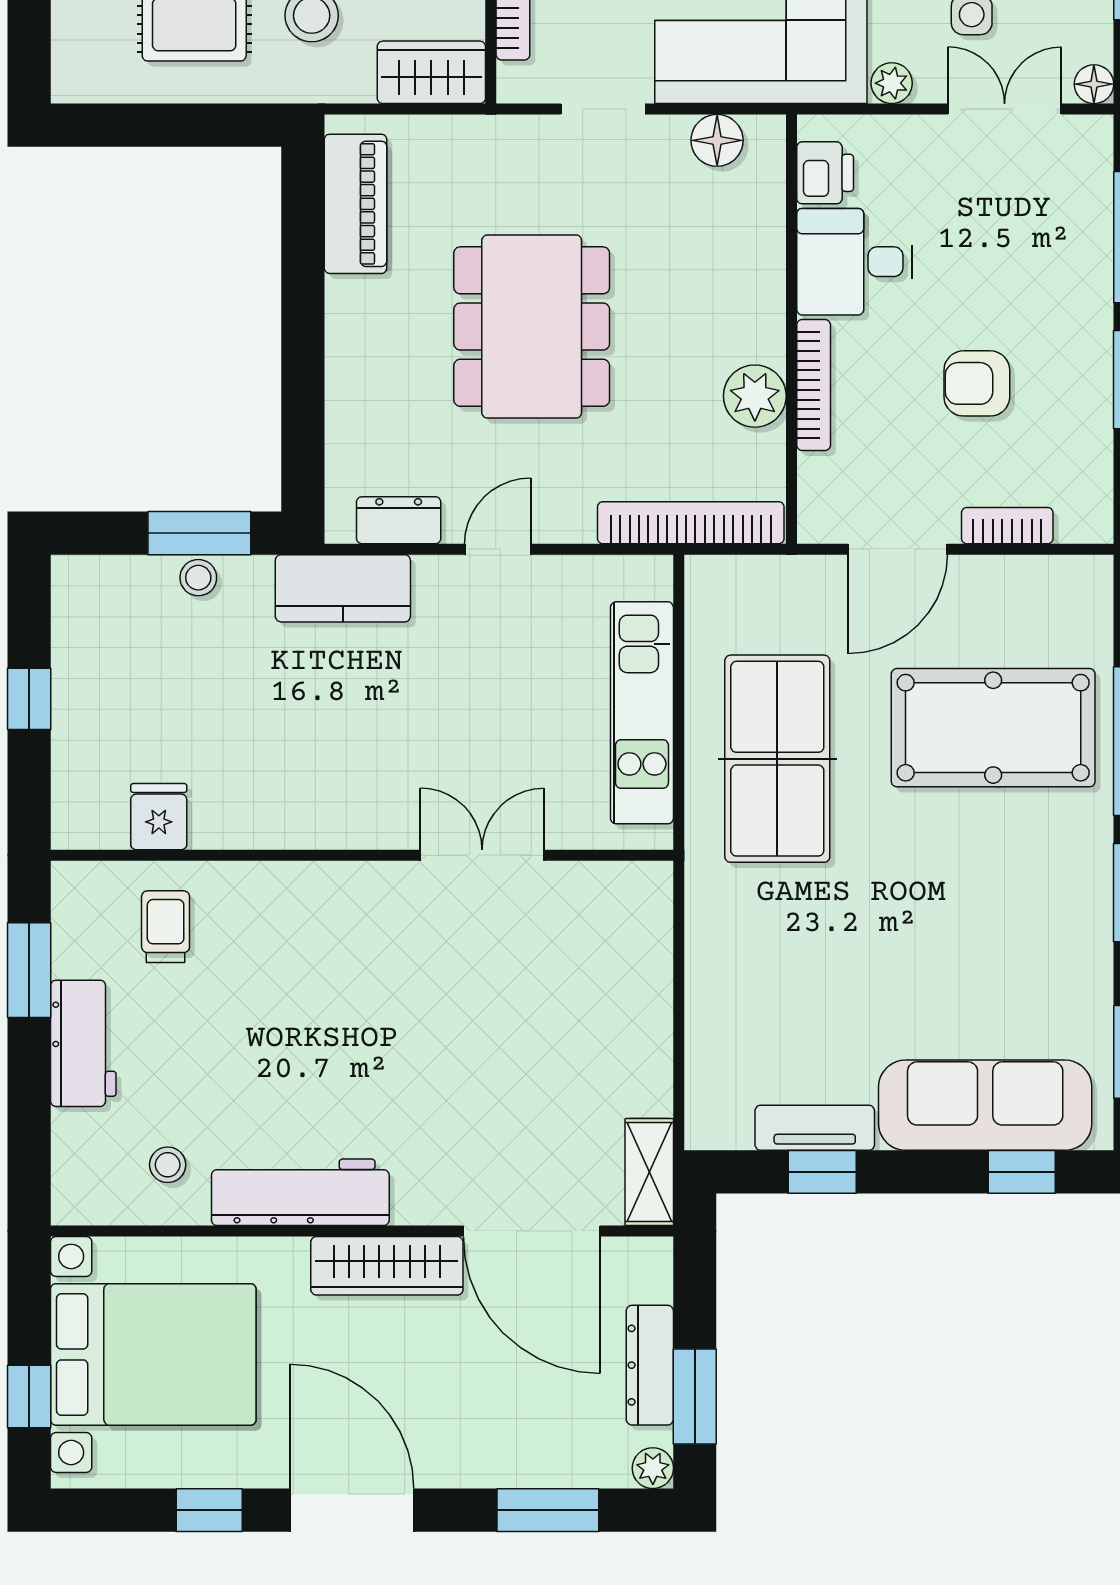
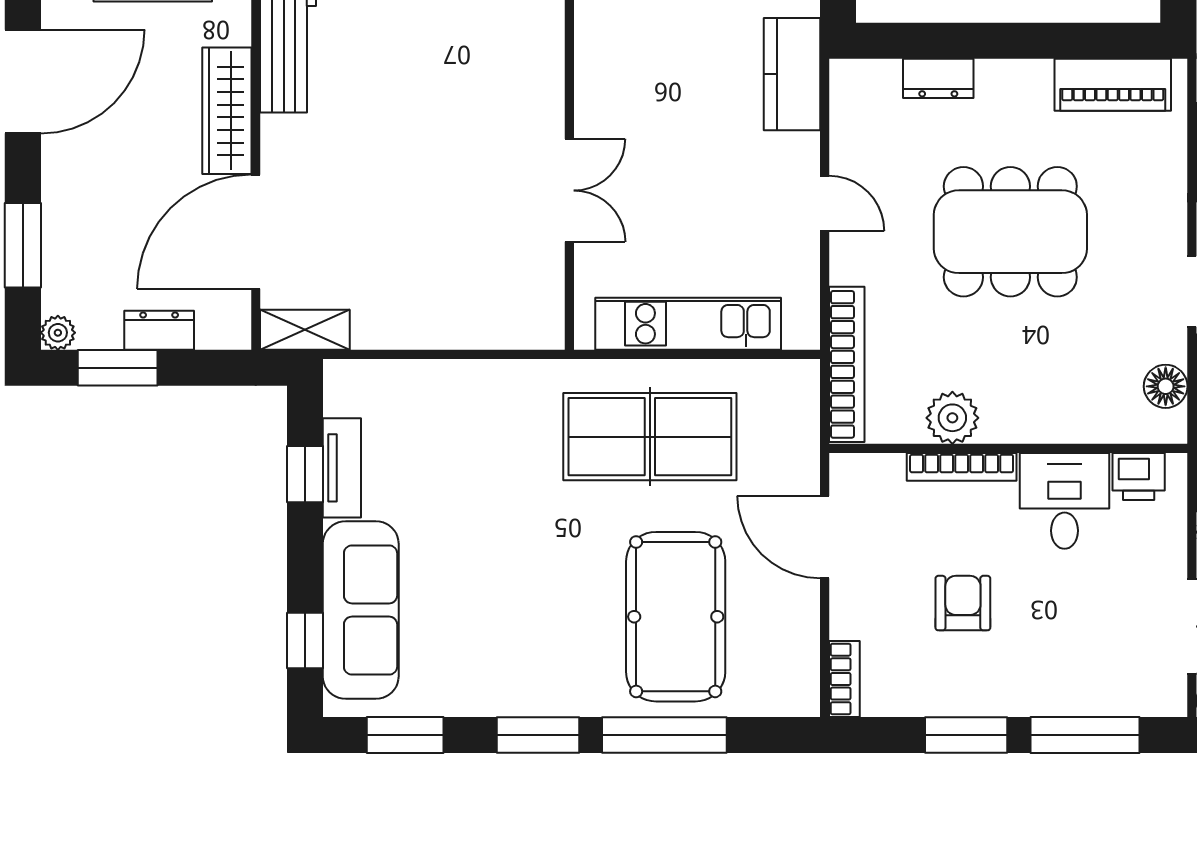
dresser: (399, 520) -> (938, 78), moved, turned 90
bookcase: (1007, 526) -> (844, 679), moved
dresser: (650, 1365) -> (159, 330), width x0.70

